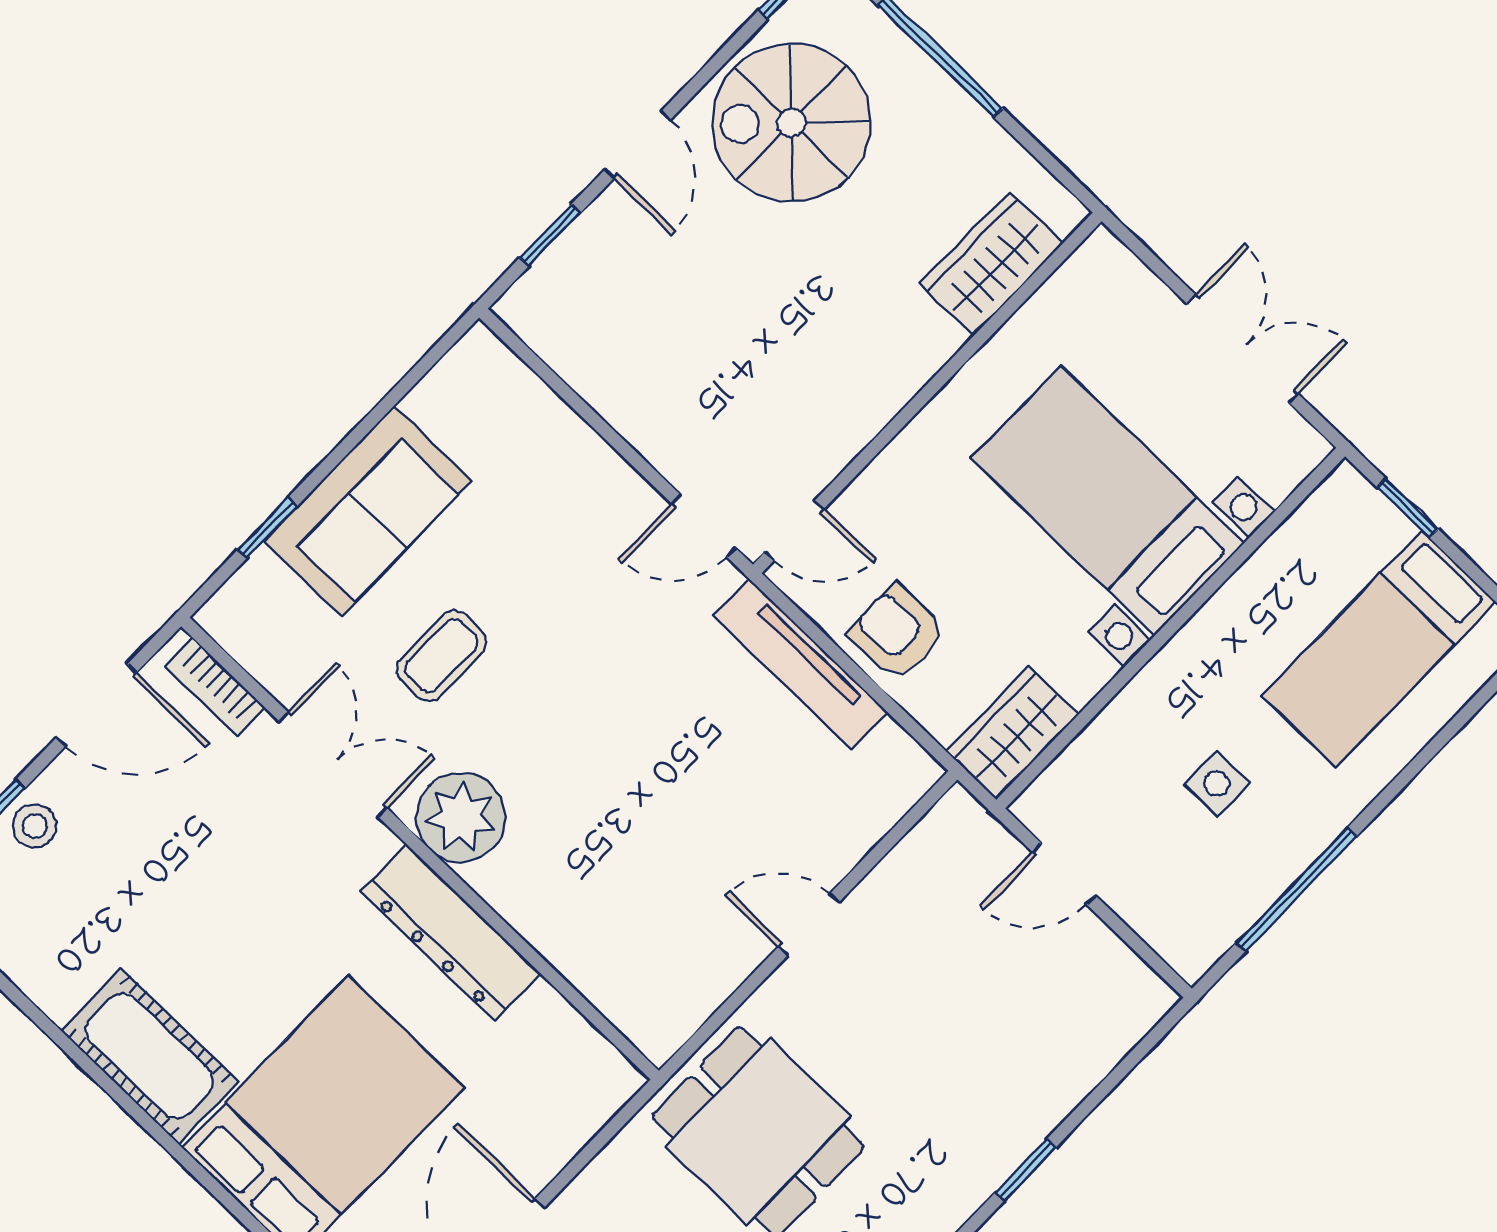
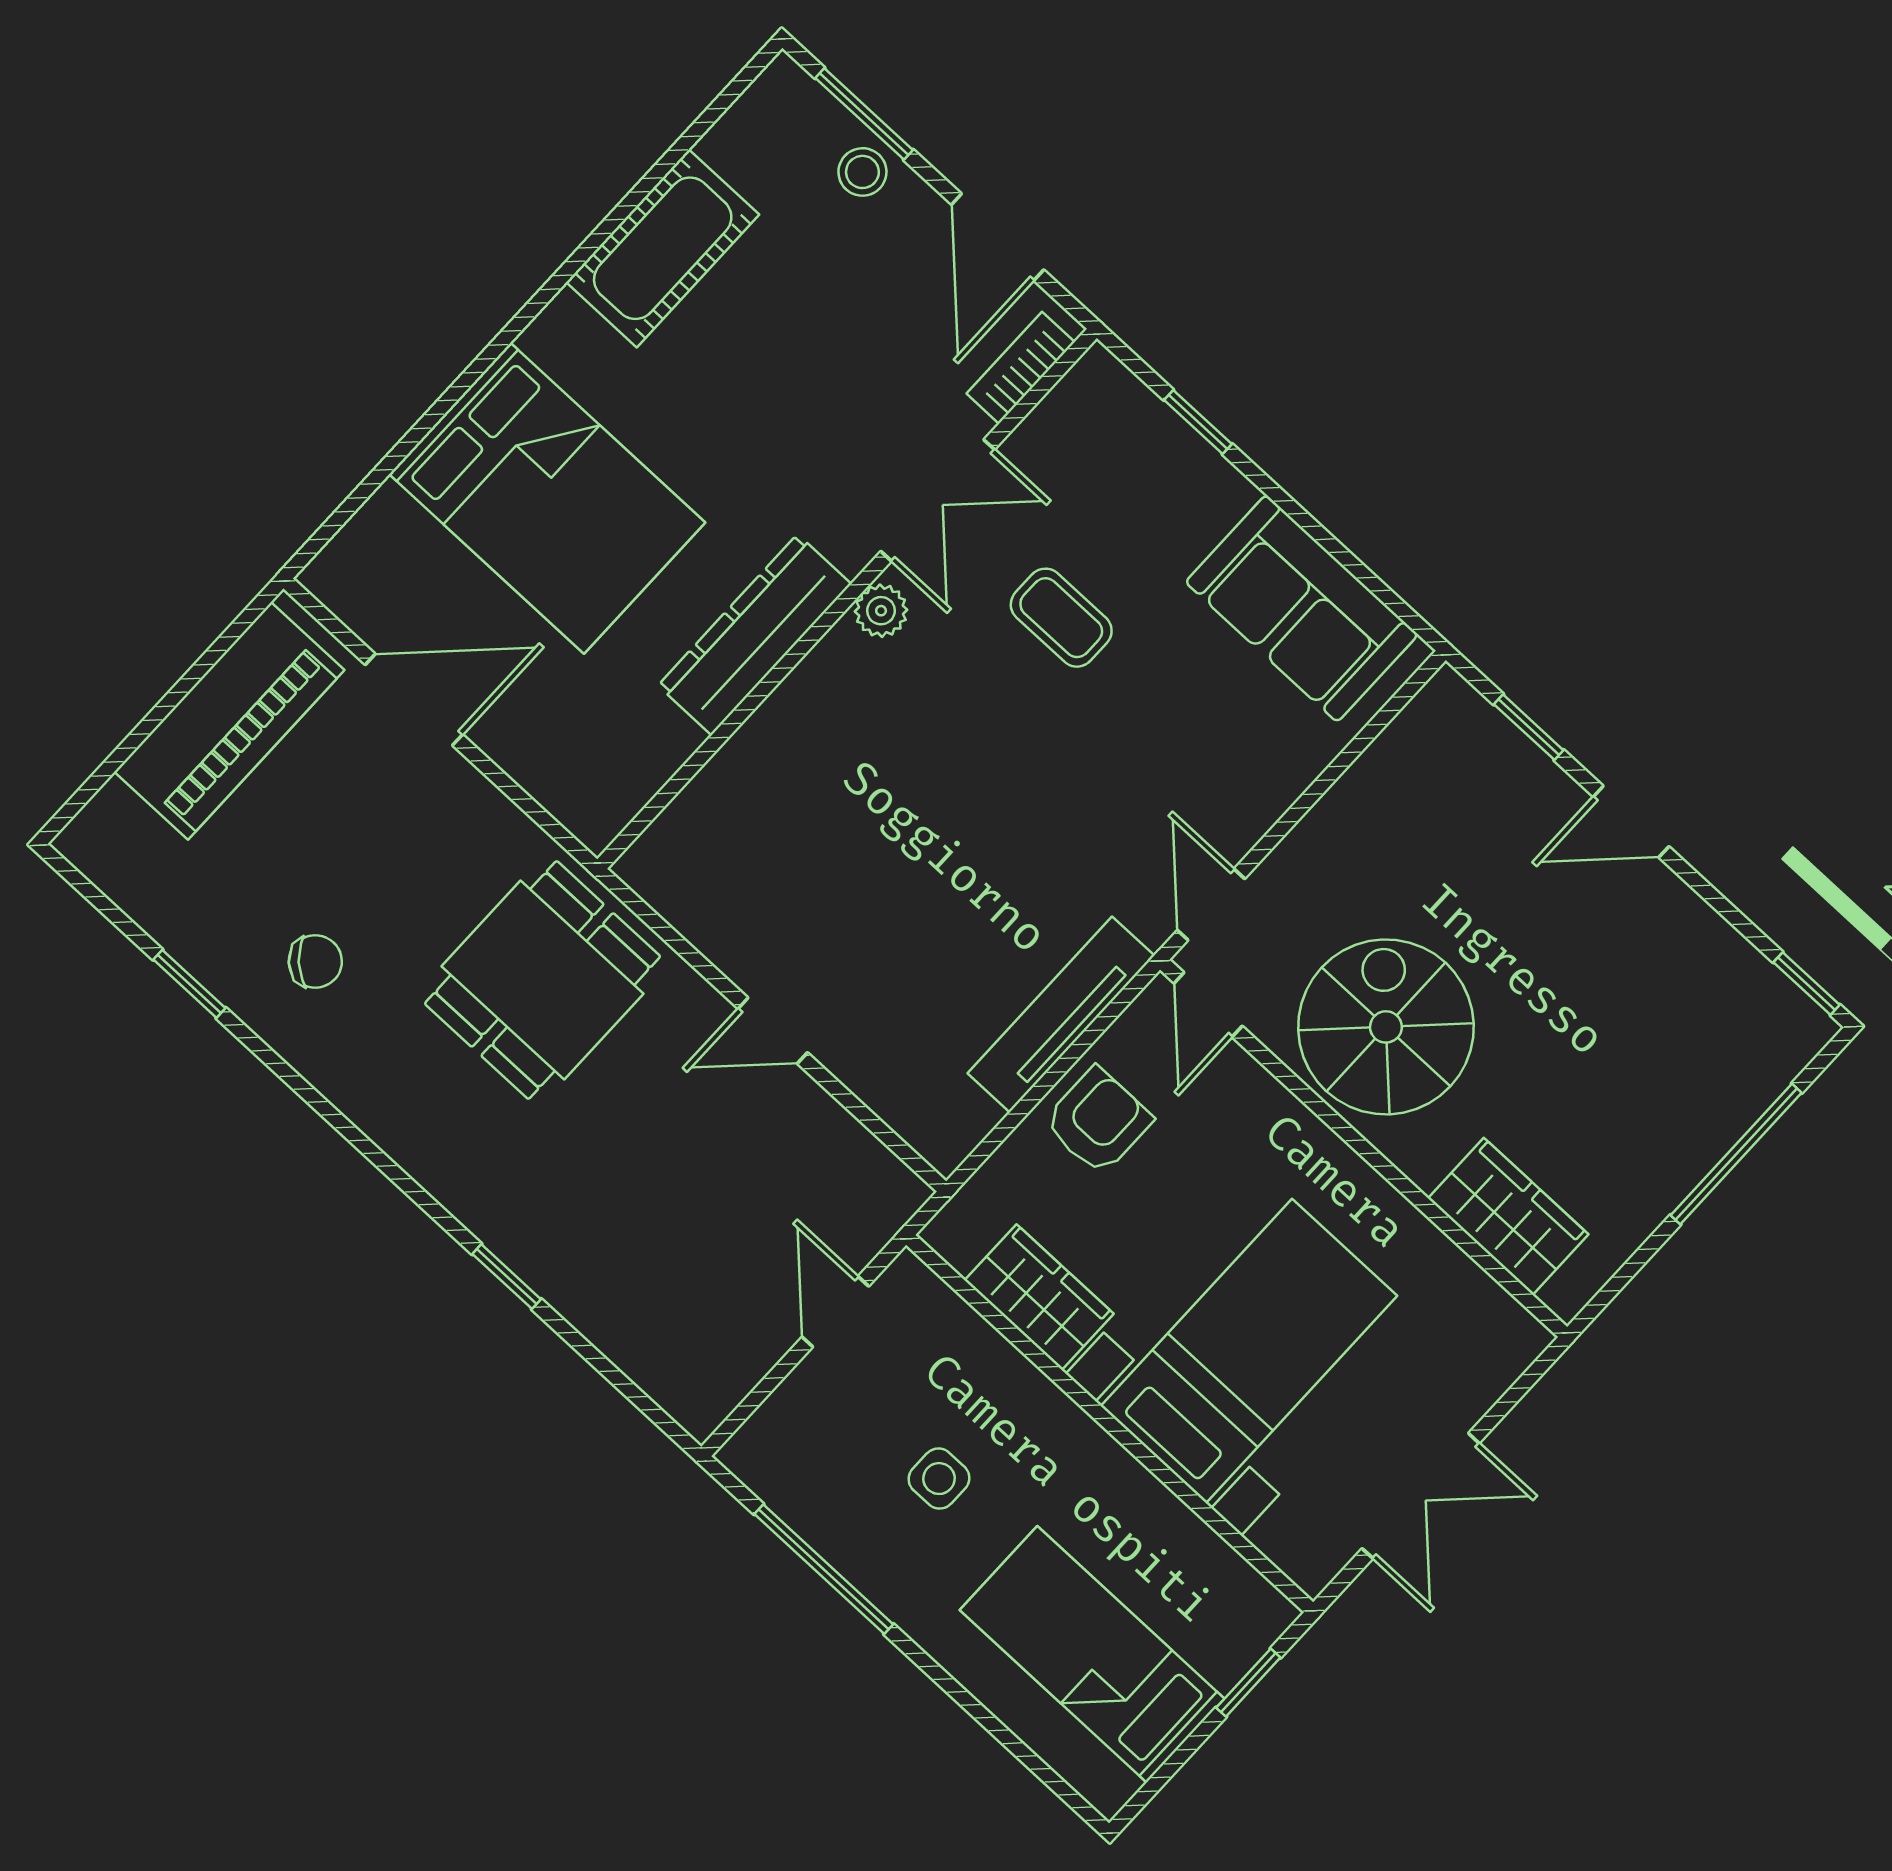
spiral stairs: (791, 123) -> (1386, 1027), moved
sofa: (368, 511) -> (1302, 608), moved
wardrobe: (1013, 733) -> (1039, 1297), moved
plant: (461, 818) -> (881, 611), width x0.53, depth x0.53
door: (809, 925) -> (773, 1031), swing flipped
cot: (149, 1056) -> (663, 248), moved

